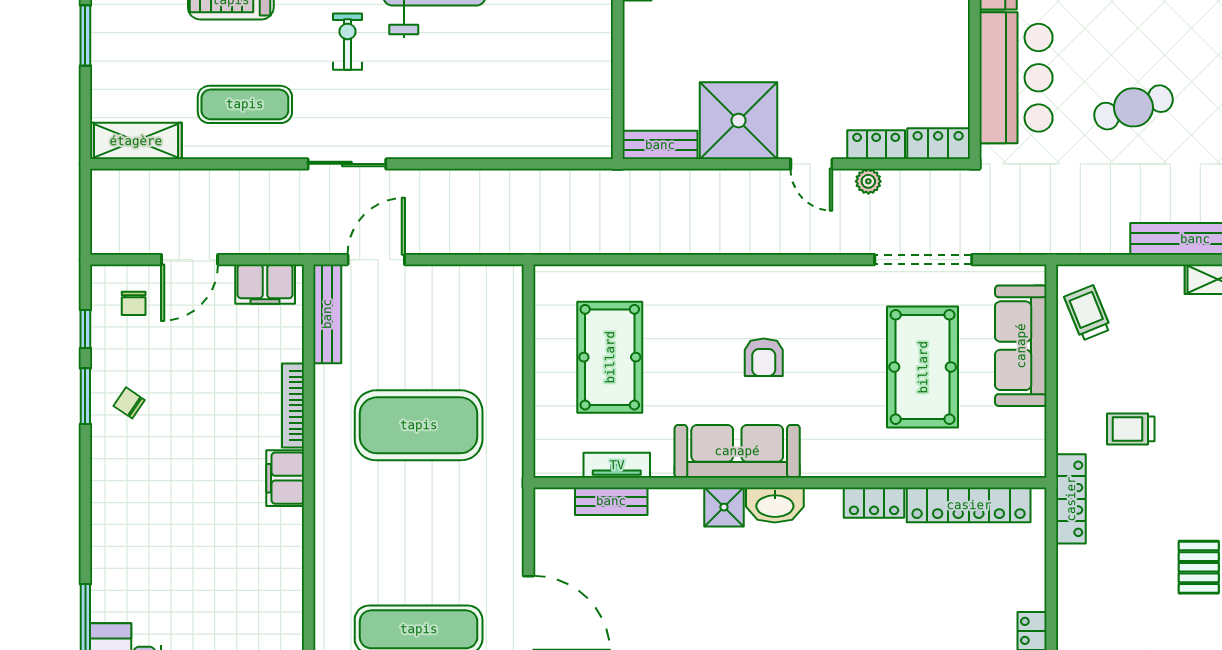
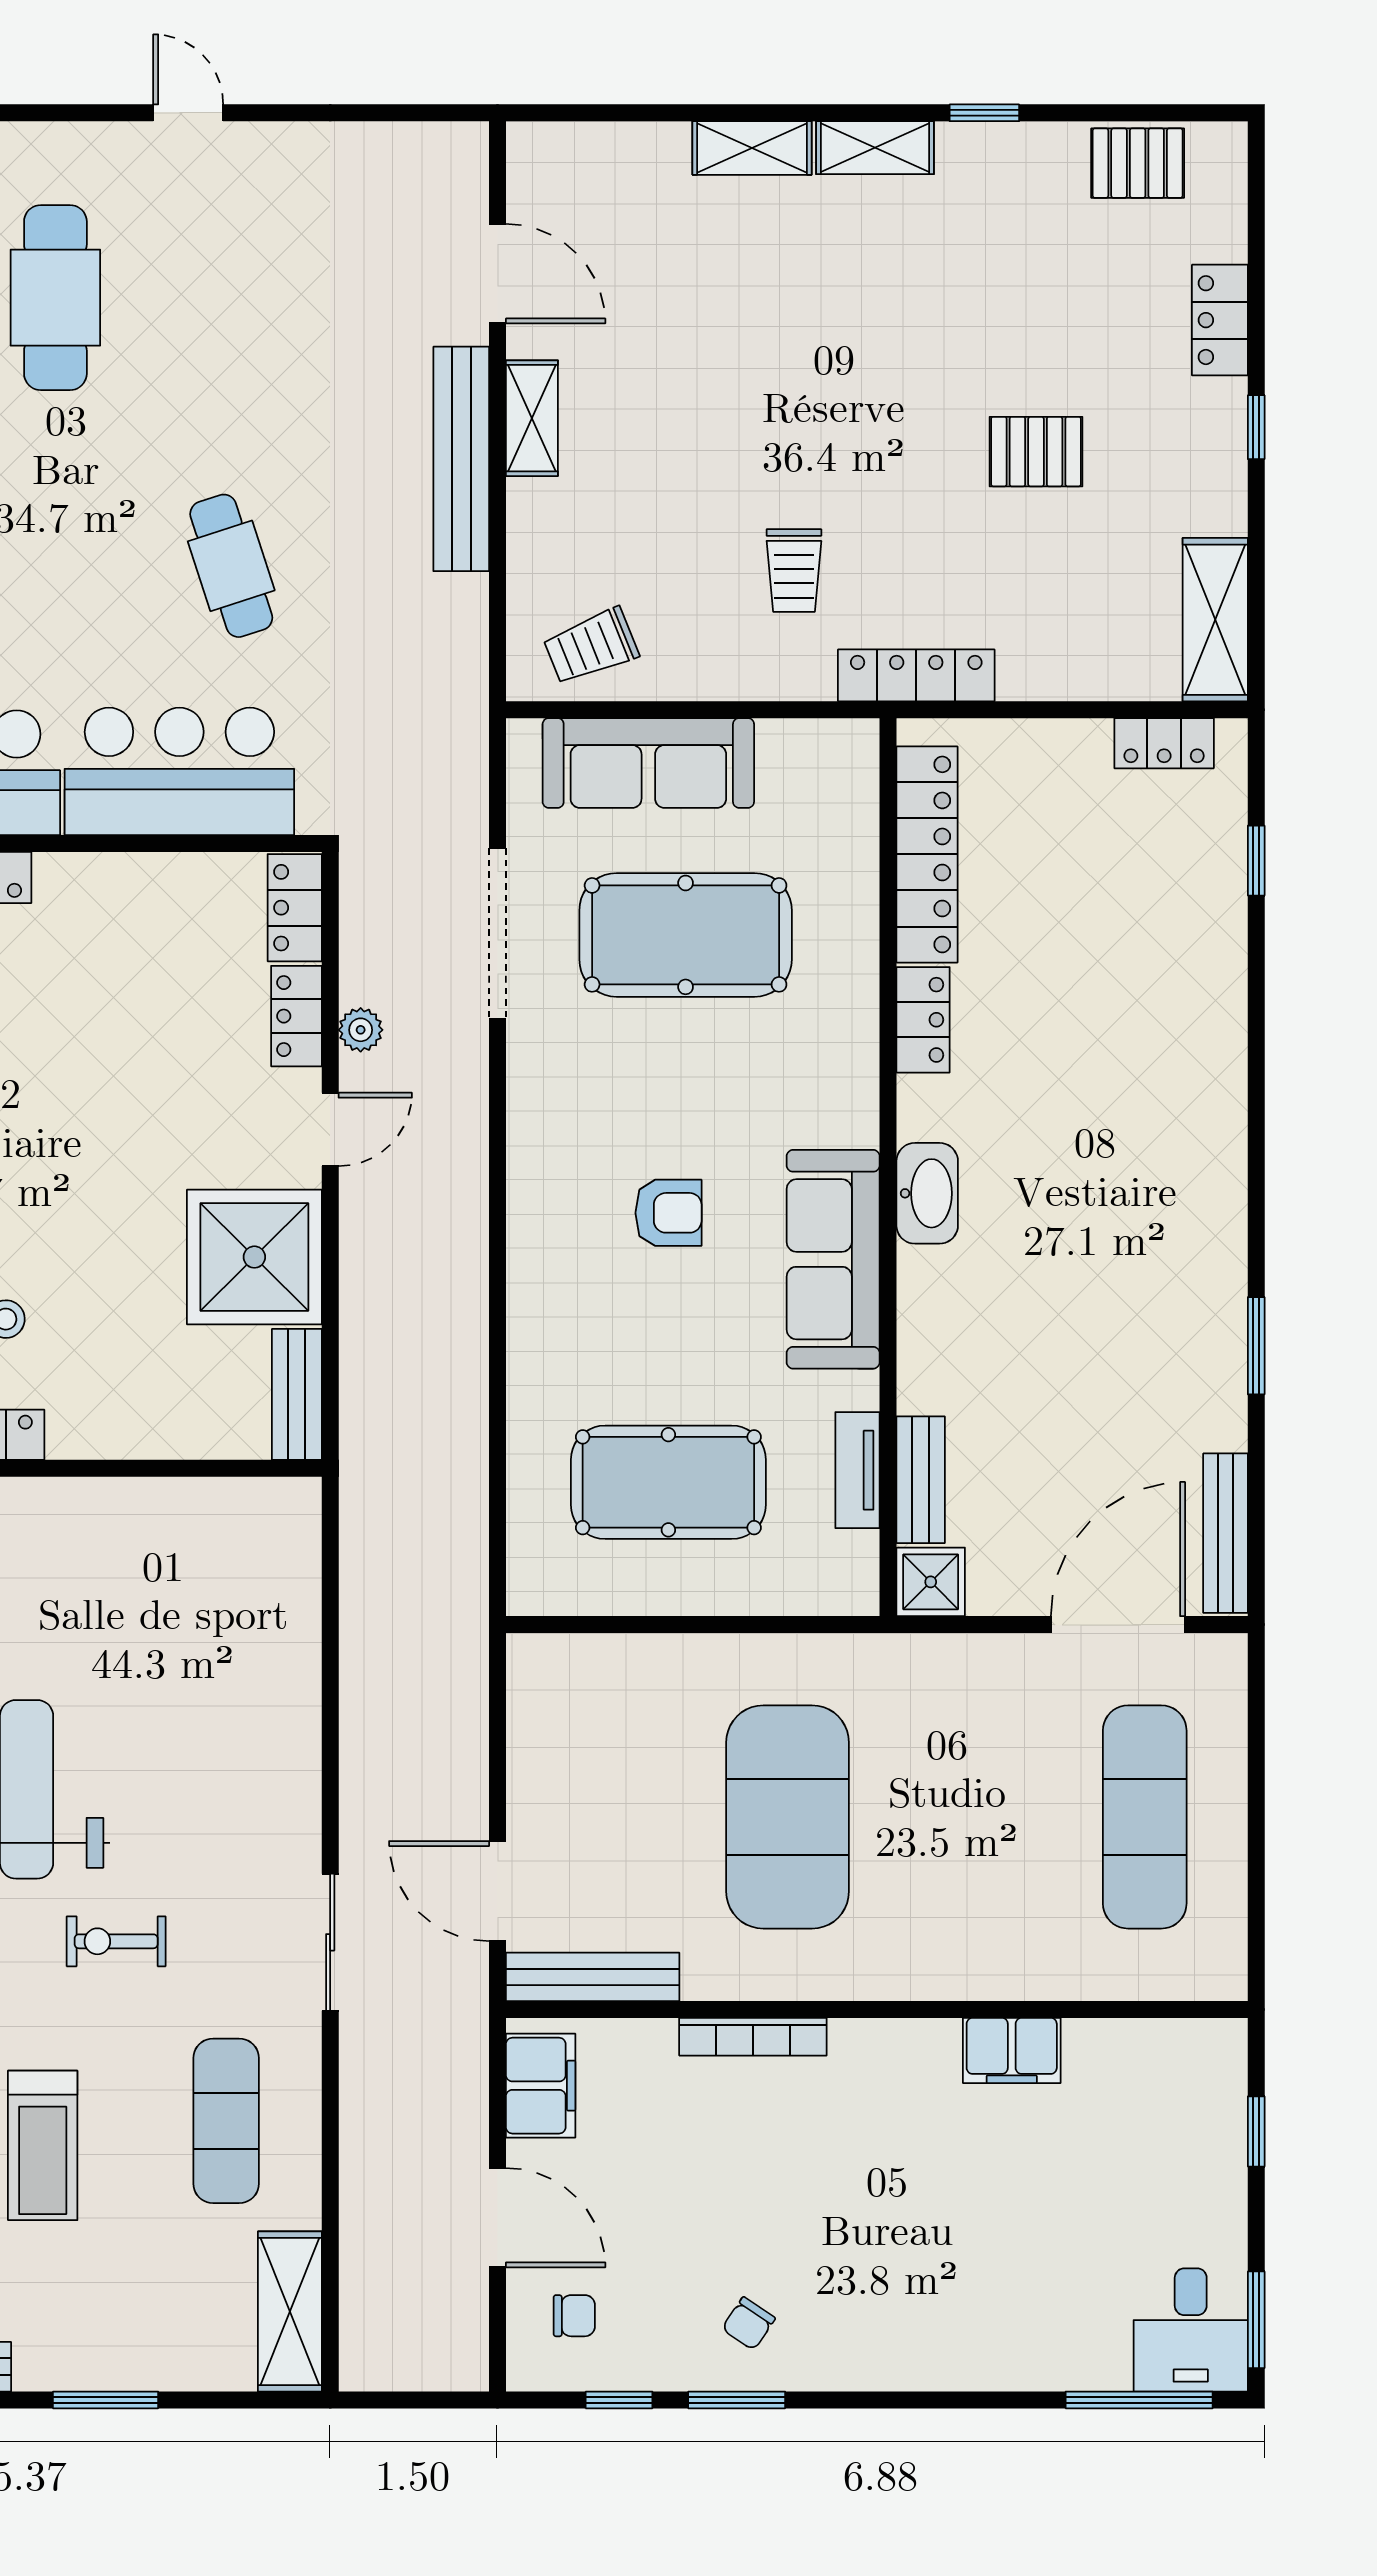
filing cabinet: (285, 478) -> (1012, 2050), moved
shower: (724, 507) -> (931, 1582), moved

